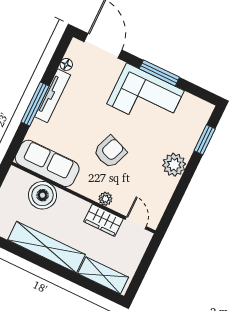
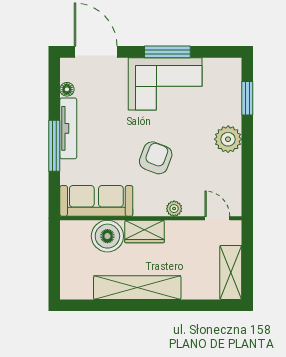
wardrobe: (104, 220) -> (145, 232), moved
shelving: (103, 275) -> (231, 272), moved, turned 90

